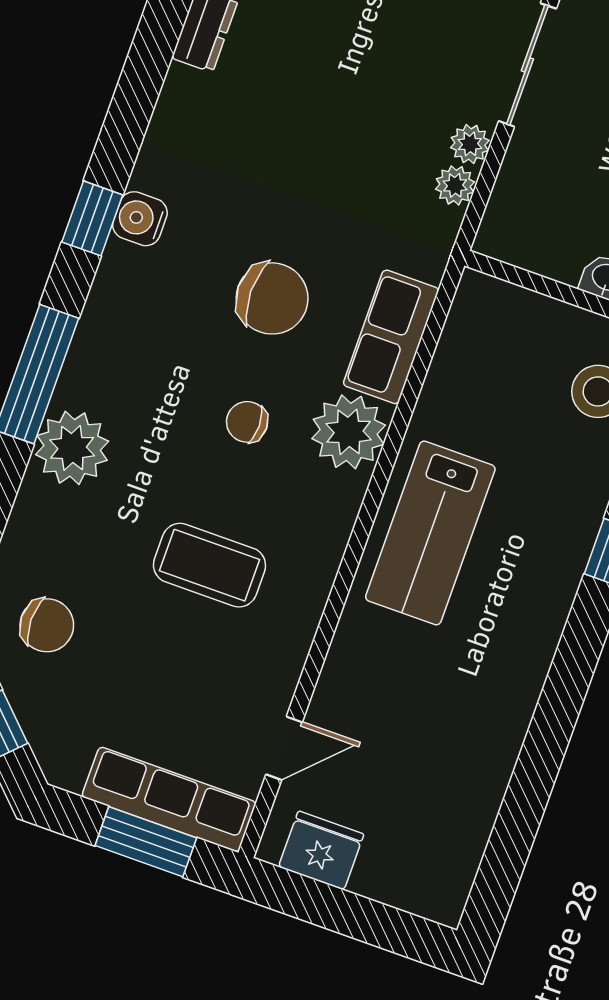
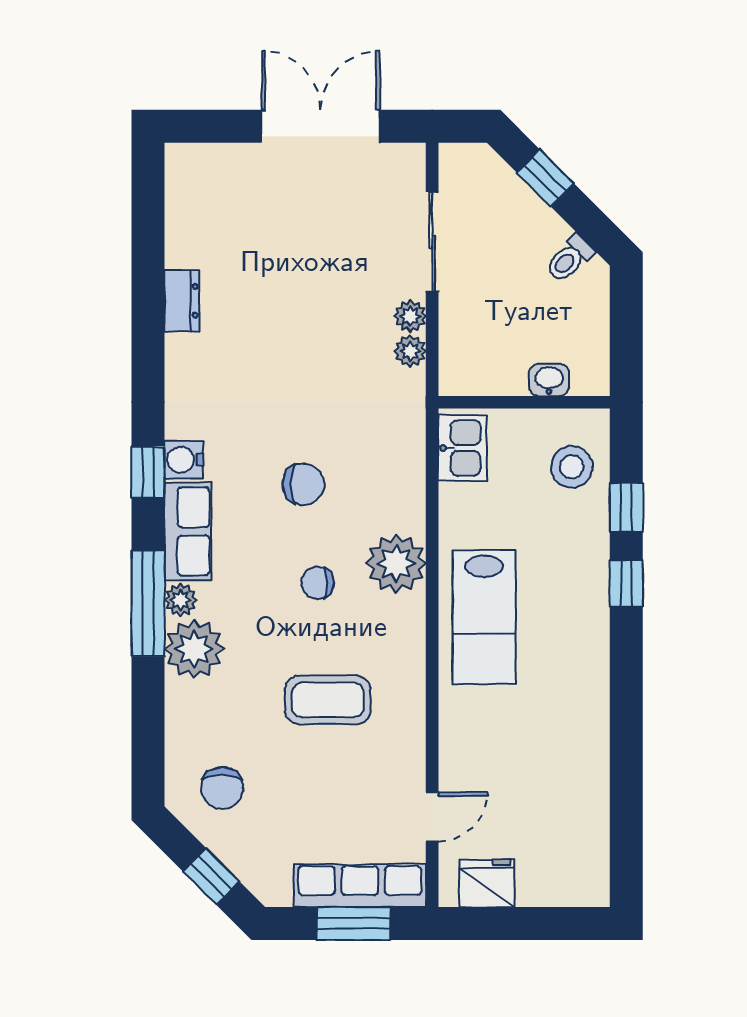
chair: (272, 298) -> (304, 484), width x0.73, depth x0.73
kitchen sink: (476, 323) -> (462, 448), added
row of seats: (391, 337) -> (188, 531), moved, turned 180
plant: (77, 384) -> (181, 600), added
chair: (47, 625) -> (222, 788), turned 90

